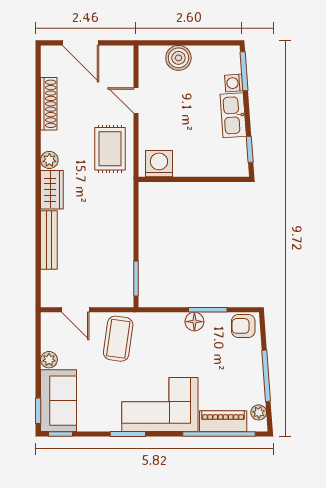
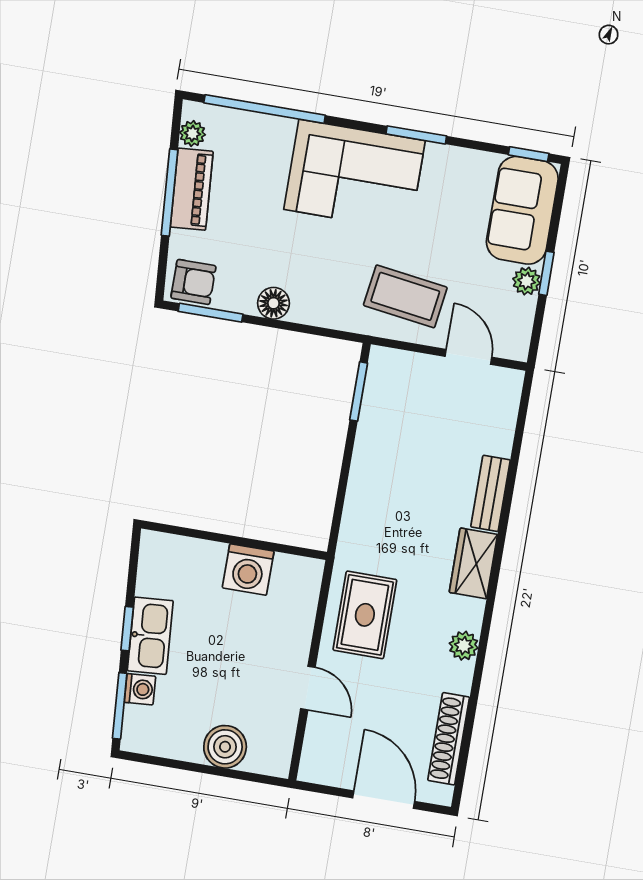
shoe rack: (49, 104) -> (449, 739), moved
window: (250, 149) -> (127, 629), moved
plant: (49, 160) -> (464, 646), moved
washing machine: (159, 164) -> (248, 570), moved
bench: (49, 240) -> (490, 493), width x0.73
window: (208, 310) -> (211, 313), moved
coffee table: (118, 339) -> (405, 296), turned 90
window: (38, 411) -> (546, 273), moved
piano: (223, 421) -> (192, 189), moved, turned -94

